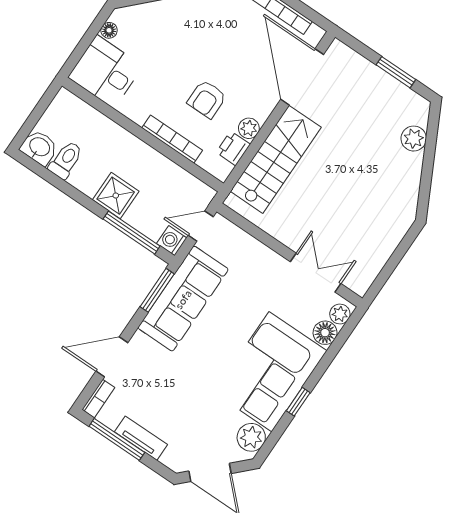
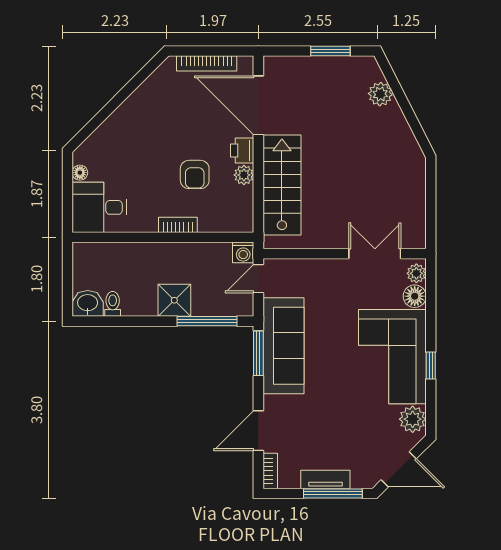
bookcase: (172, 139) -> (178, 225), width x0.64
printer: (233, 148) -> (242, 151), moved
toilet: (66, 160) -> (113, 304), width x0.73, depth x0.72
washing machine: (172, 241) -> (243, 252), moved, turned -90
window: (117, 439) -> (333, 493), moved

